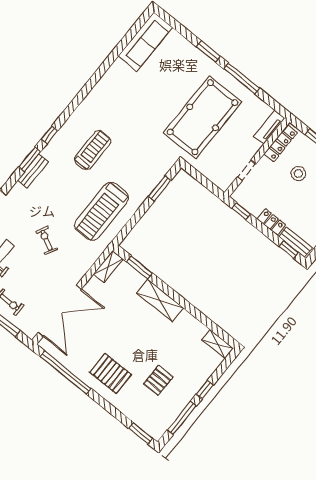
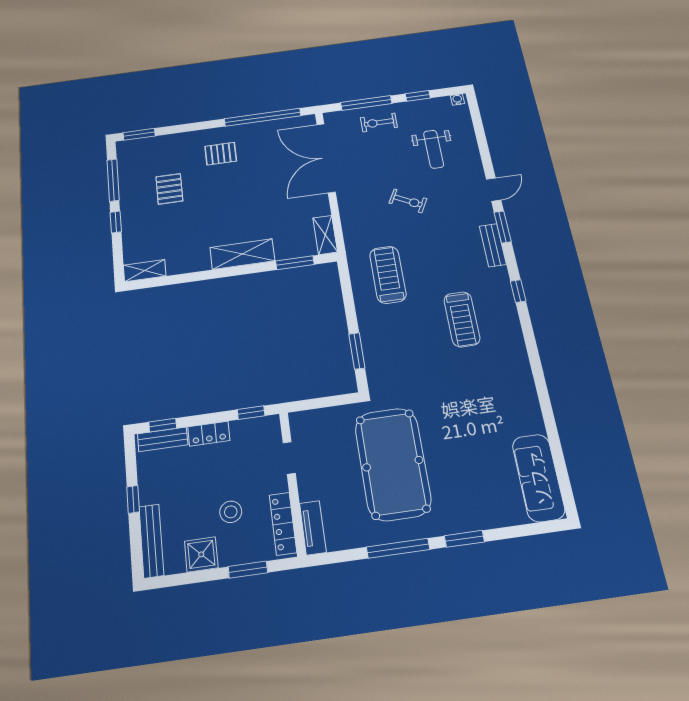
window: (30, 159) -> (503, 227), moved
treadmill: (102, 211) -> (388, 275), width x0.73, depth x0.73
pallet: (111, 373) -> (221, 154), width x0.67, depth x0.71

